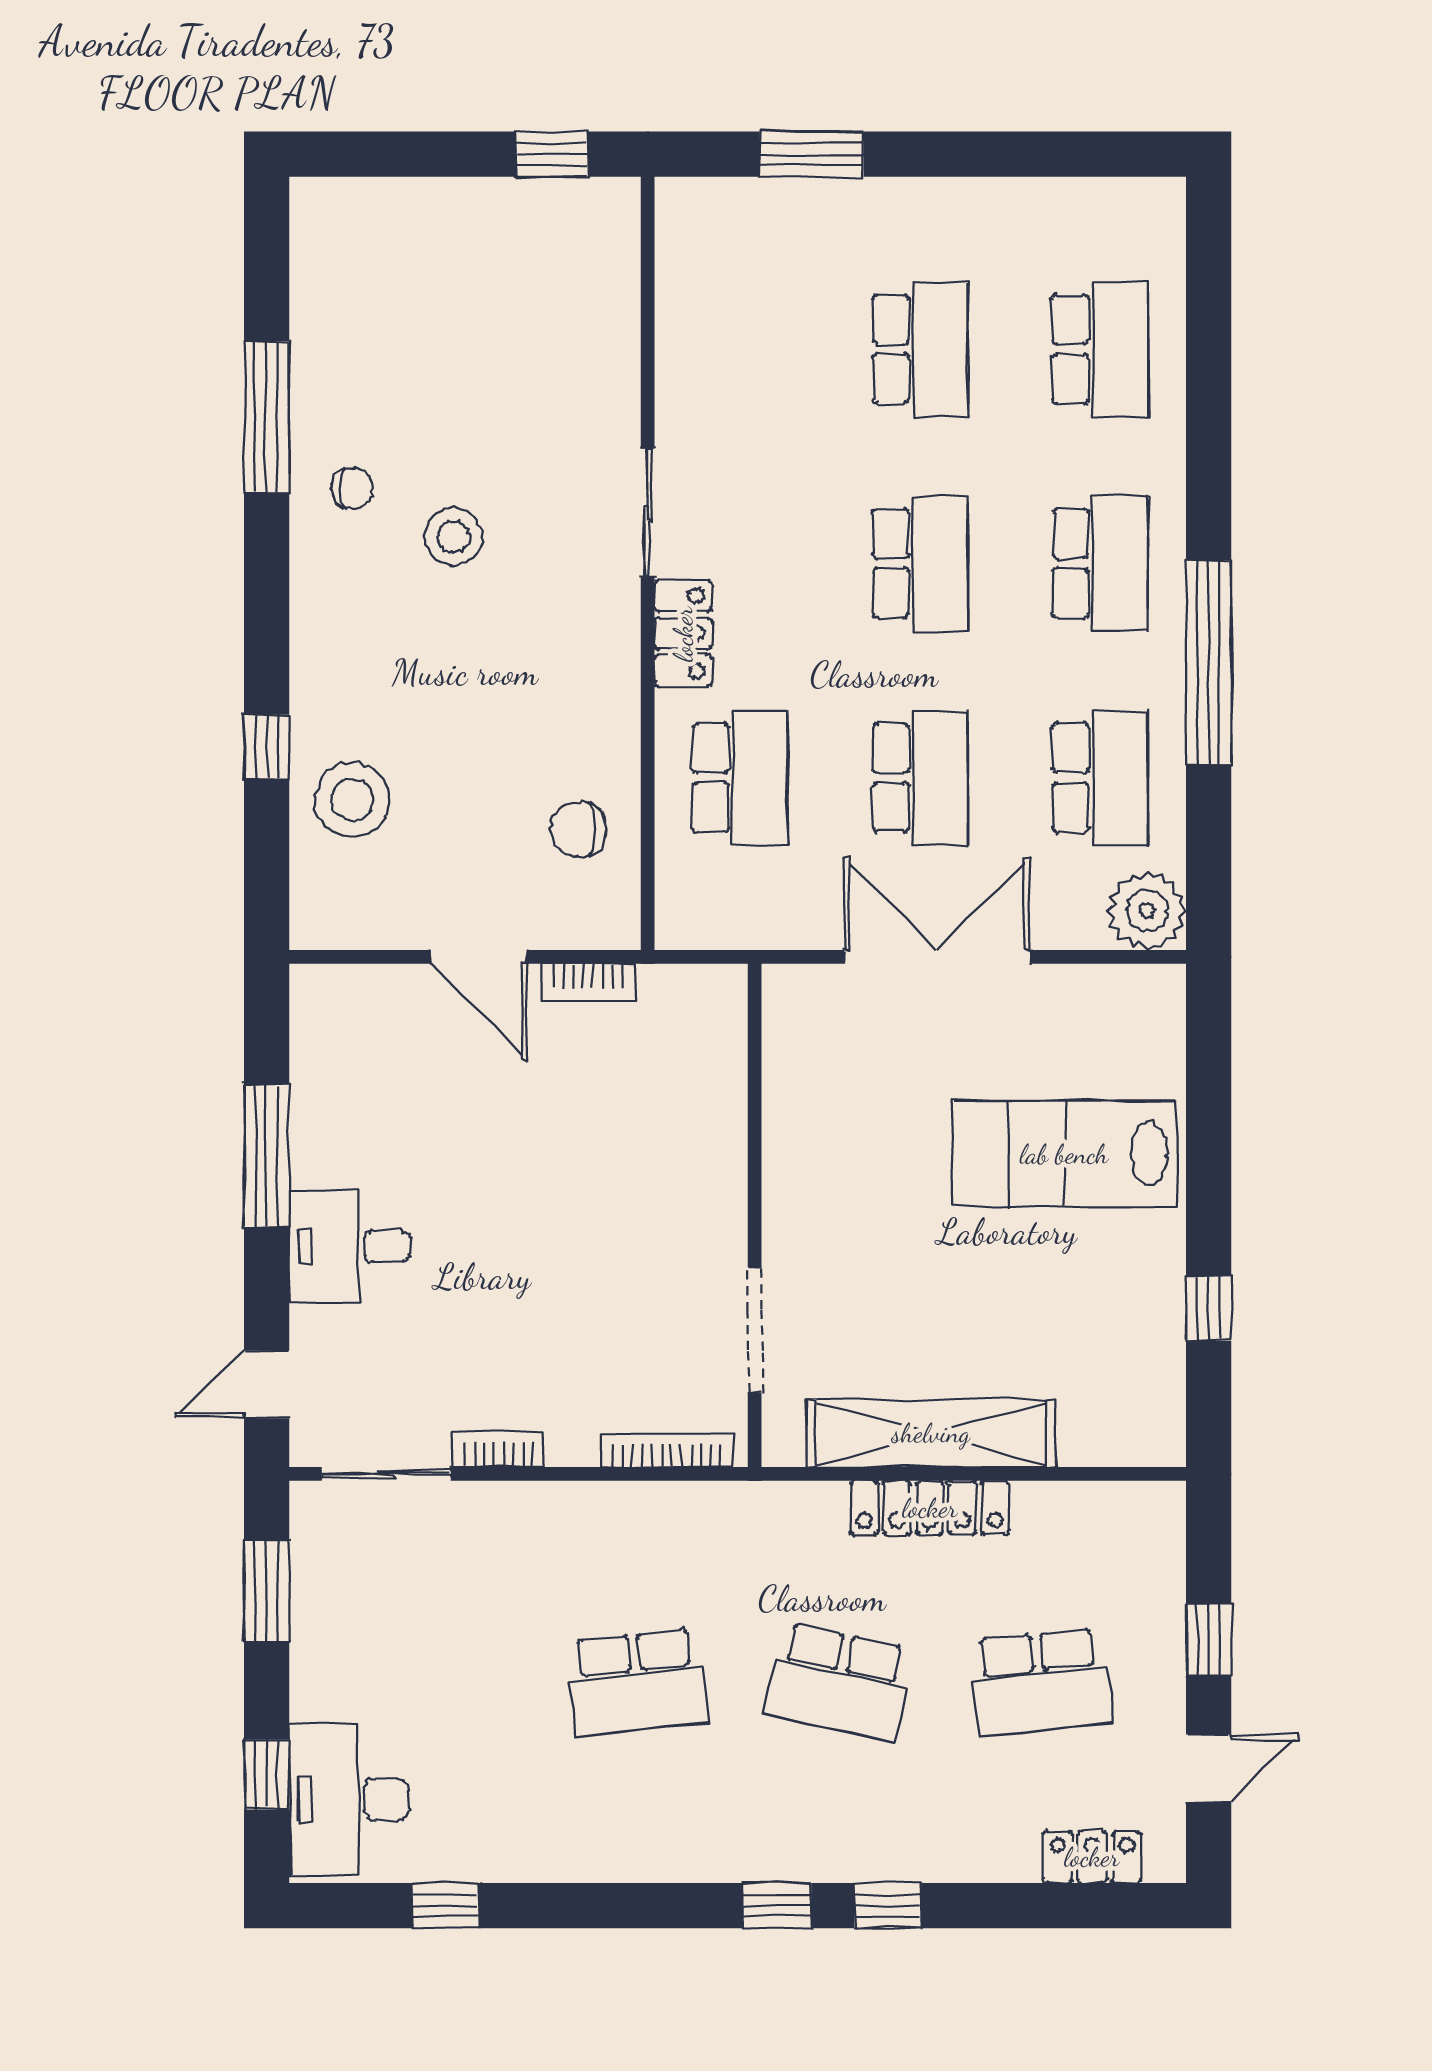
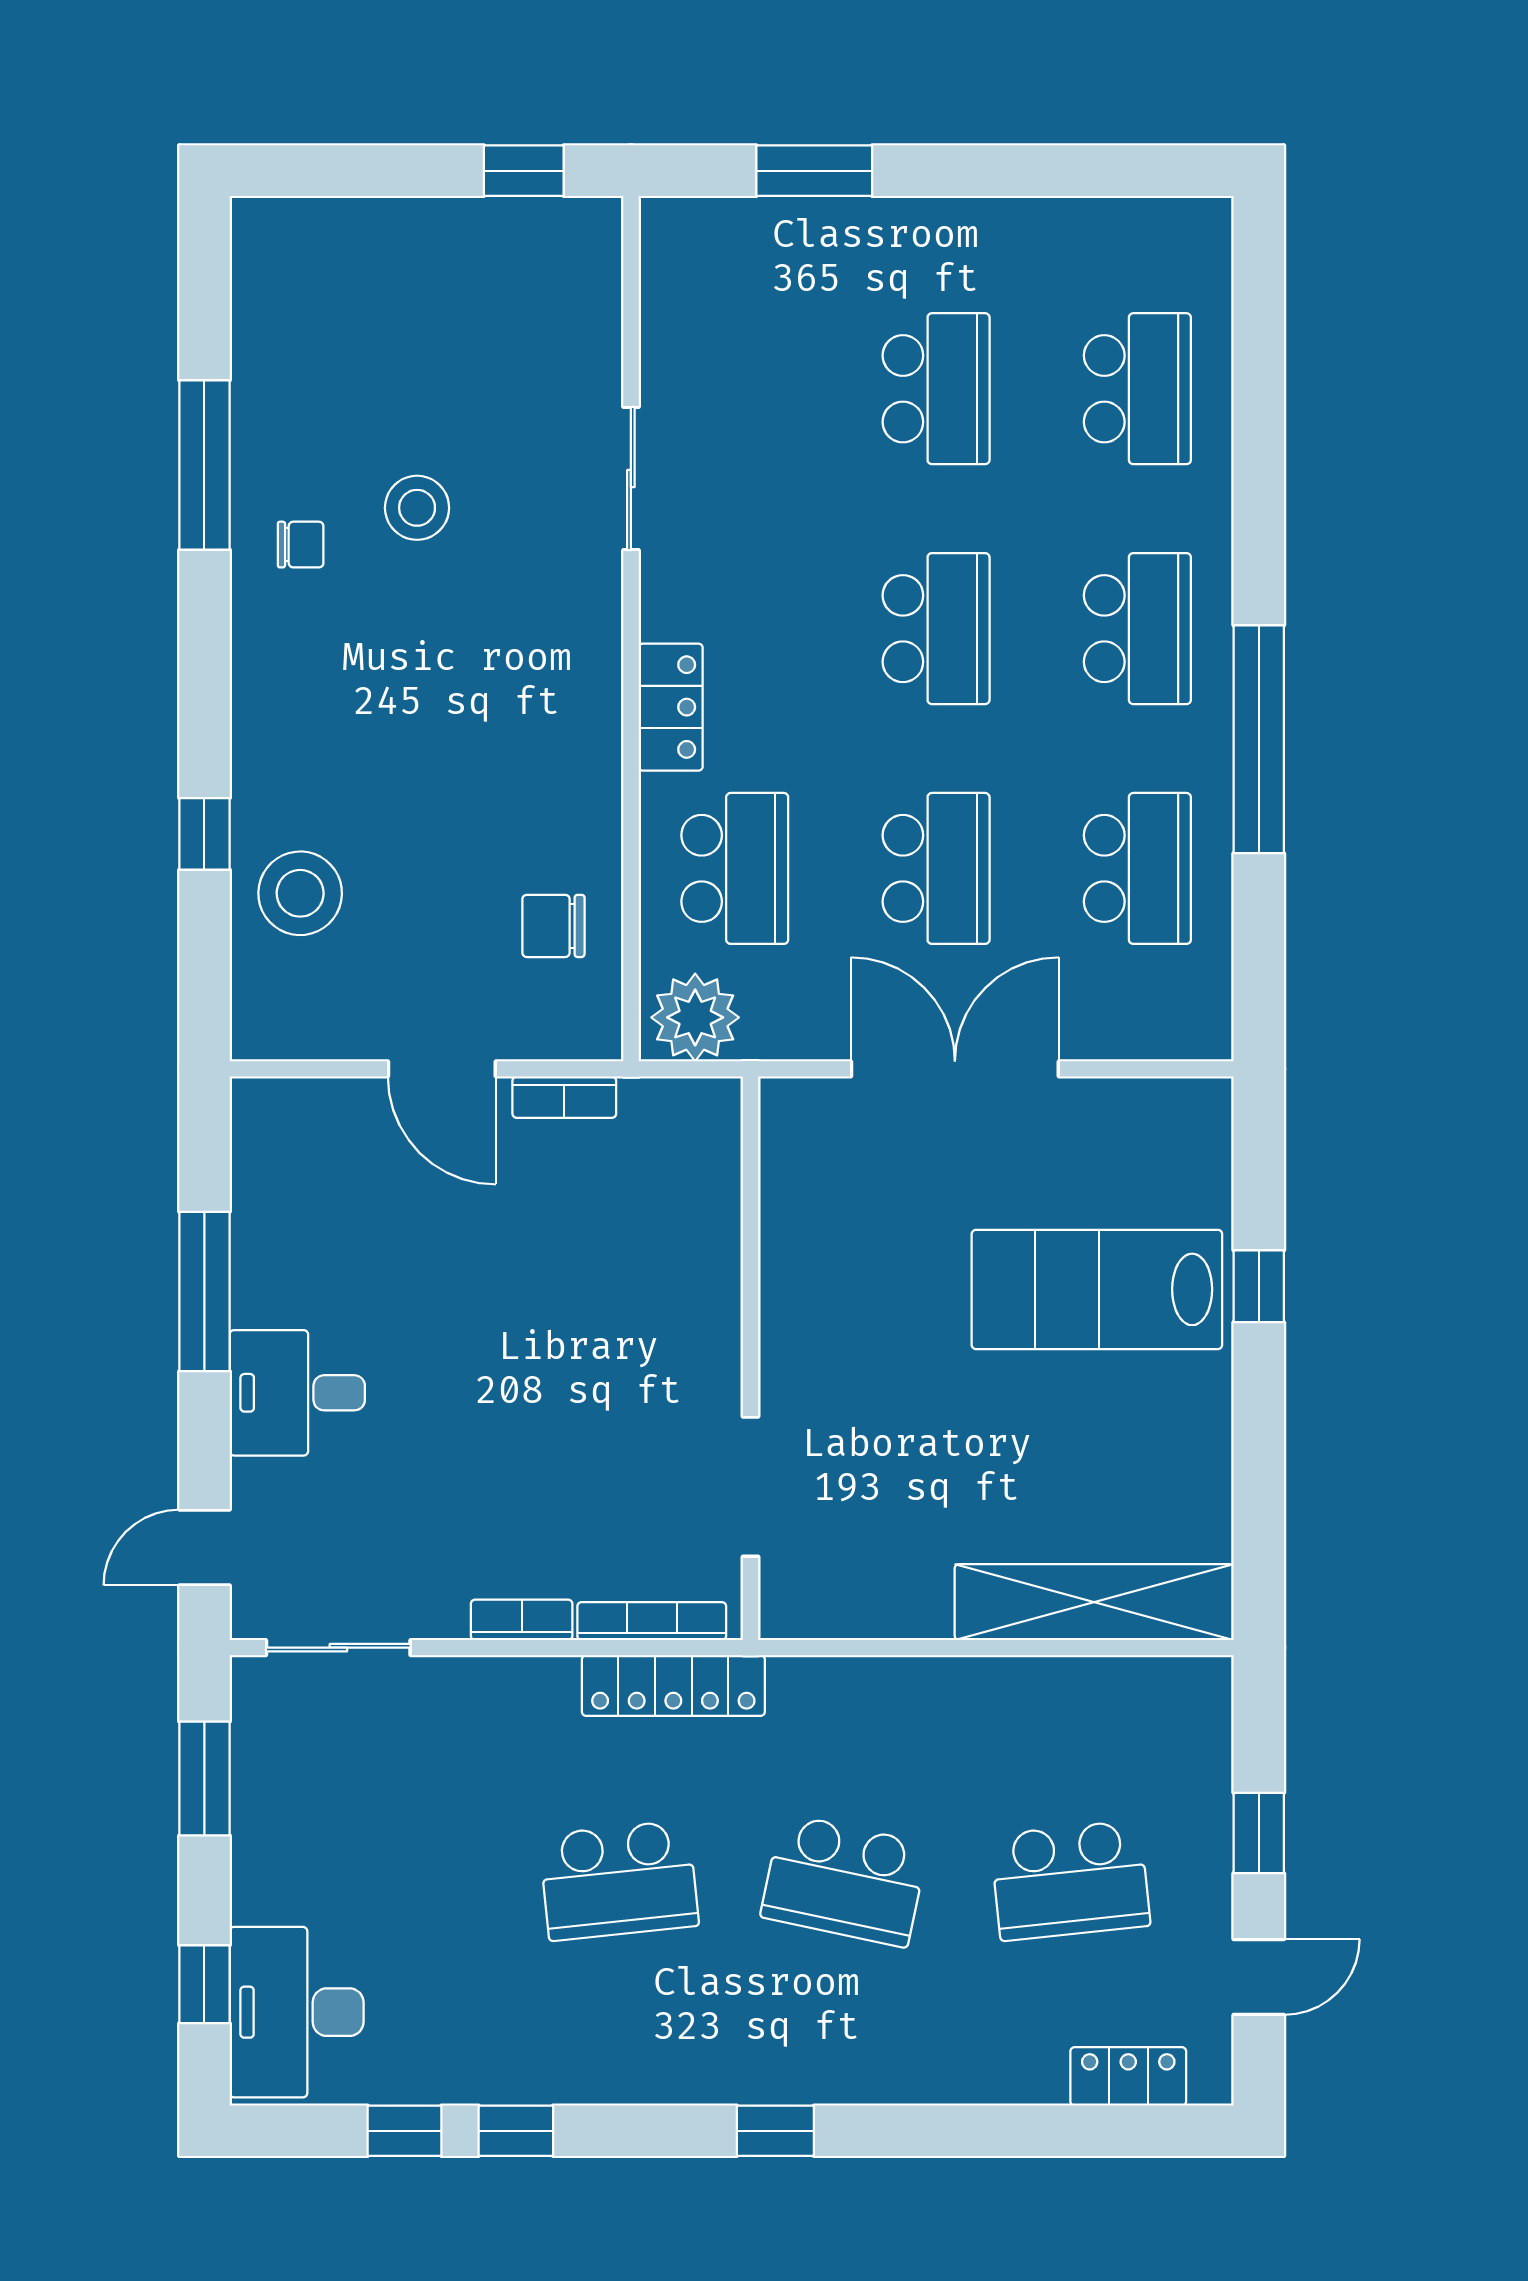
sliding door: (648, 513) -> (631, 479), moved
stool: (454, 537) -> (417, 508), moved
plant: (1147, 911) -> (695, 1017), moved
window: (1209, 1308) -> (1259, 1286), moved
shelving: (931, 1433) -> (1094, 1602), moved
bookcase: (498, 1449) -> (522, 1620), moved
locker: (930, 1508) -> (673, 1686), moved
window: (888, 1906) -> (516, 2131), moved

